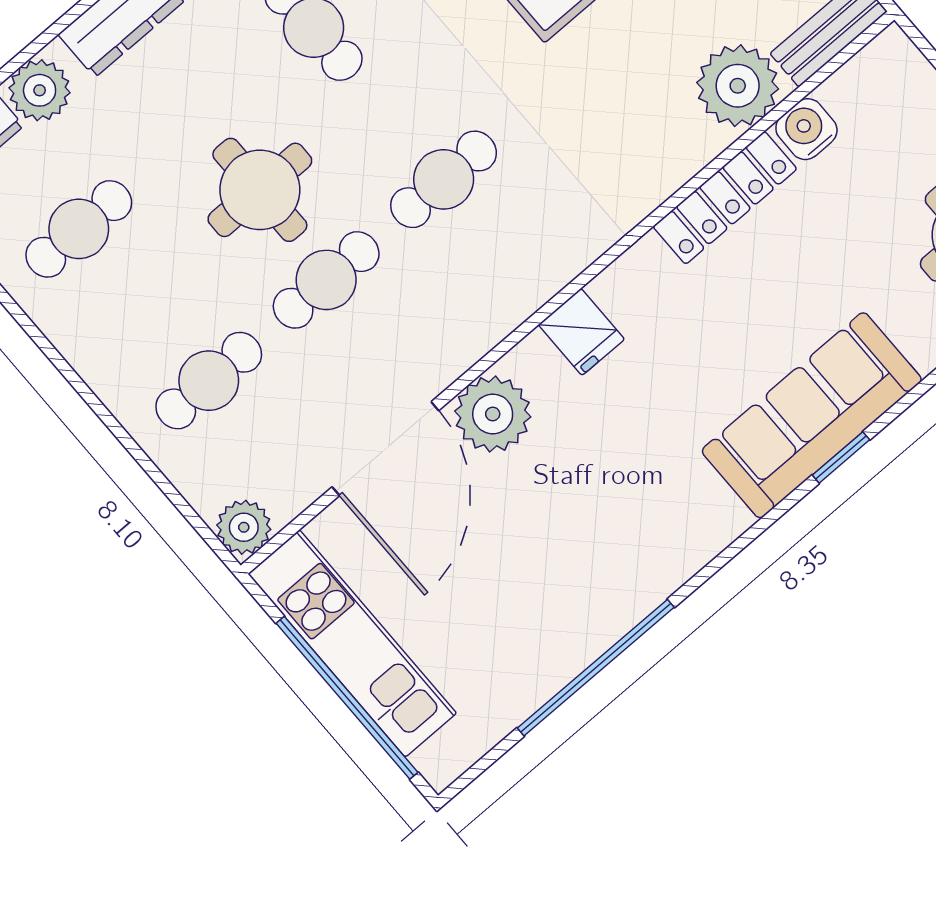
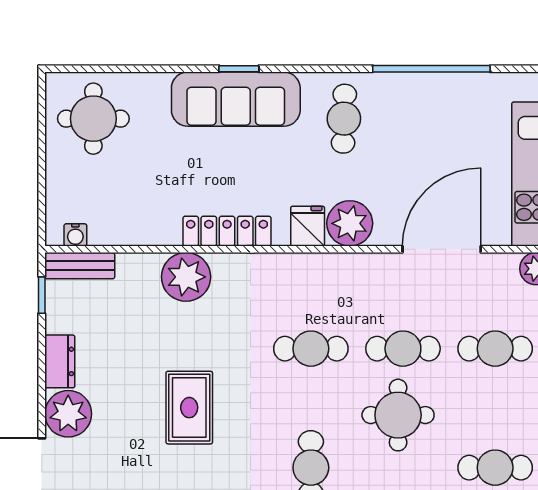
plant: (738, 86) -> (186, 277), moved
water cooler: (806, 129) -> (75, 235), moved, width x0.72, depth x0.72
locker: (725, 198) -> (227, 231), moved
plant: (493, 414) -> (350, 223), moved
cafe table: (653, 508) -> (344, 119), added

